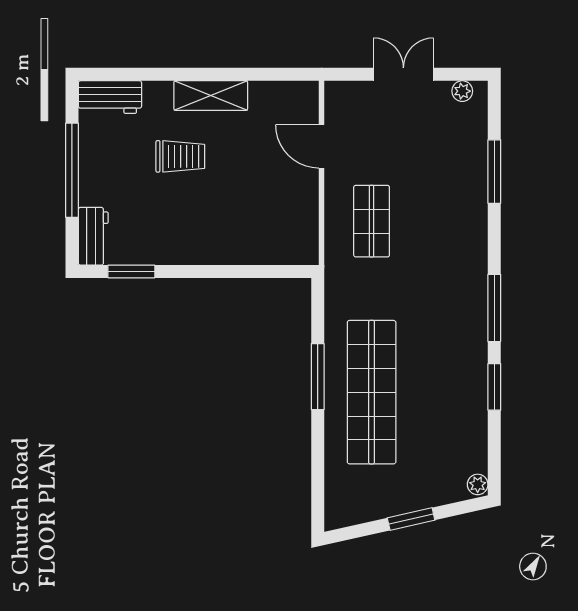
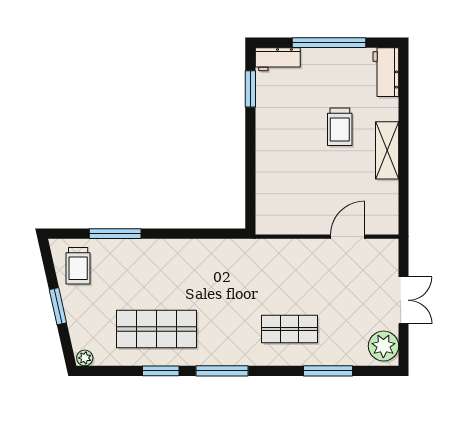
plant: (462, 91) -> (383, 346), width x1.88, depth x1.88
shop shelf: (372, 221) -> (289, 329), moved
window: (318, 377) -> (115, 234), moved
shop shelf: (372, 392) -> (157, 329), moved, width x0.71
trolley: (359, 493) -> (78, 266), added

